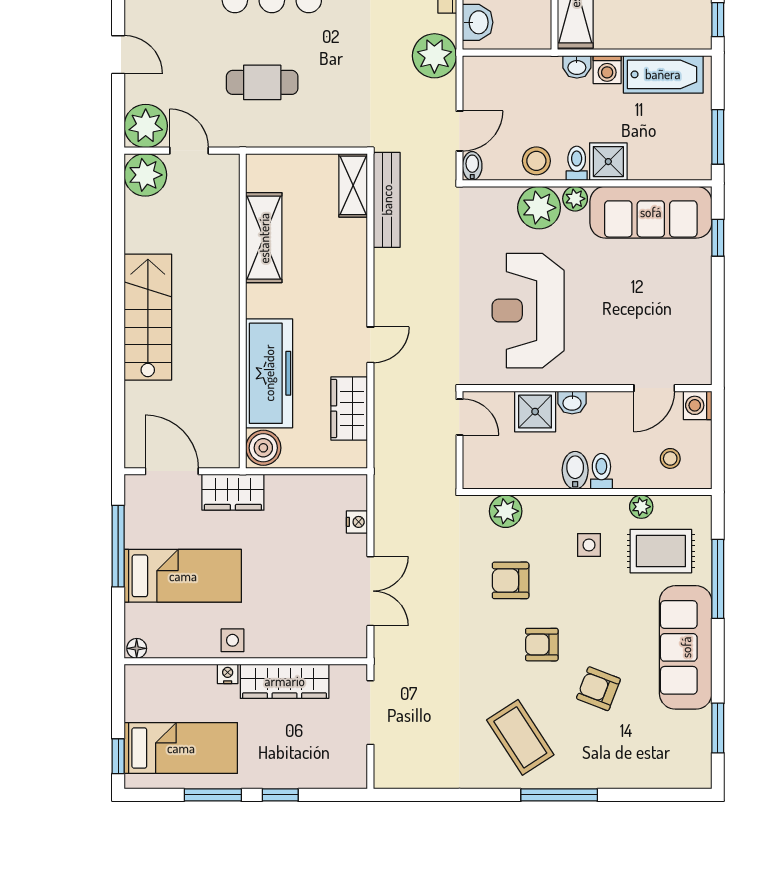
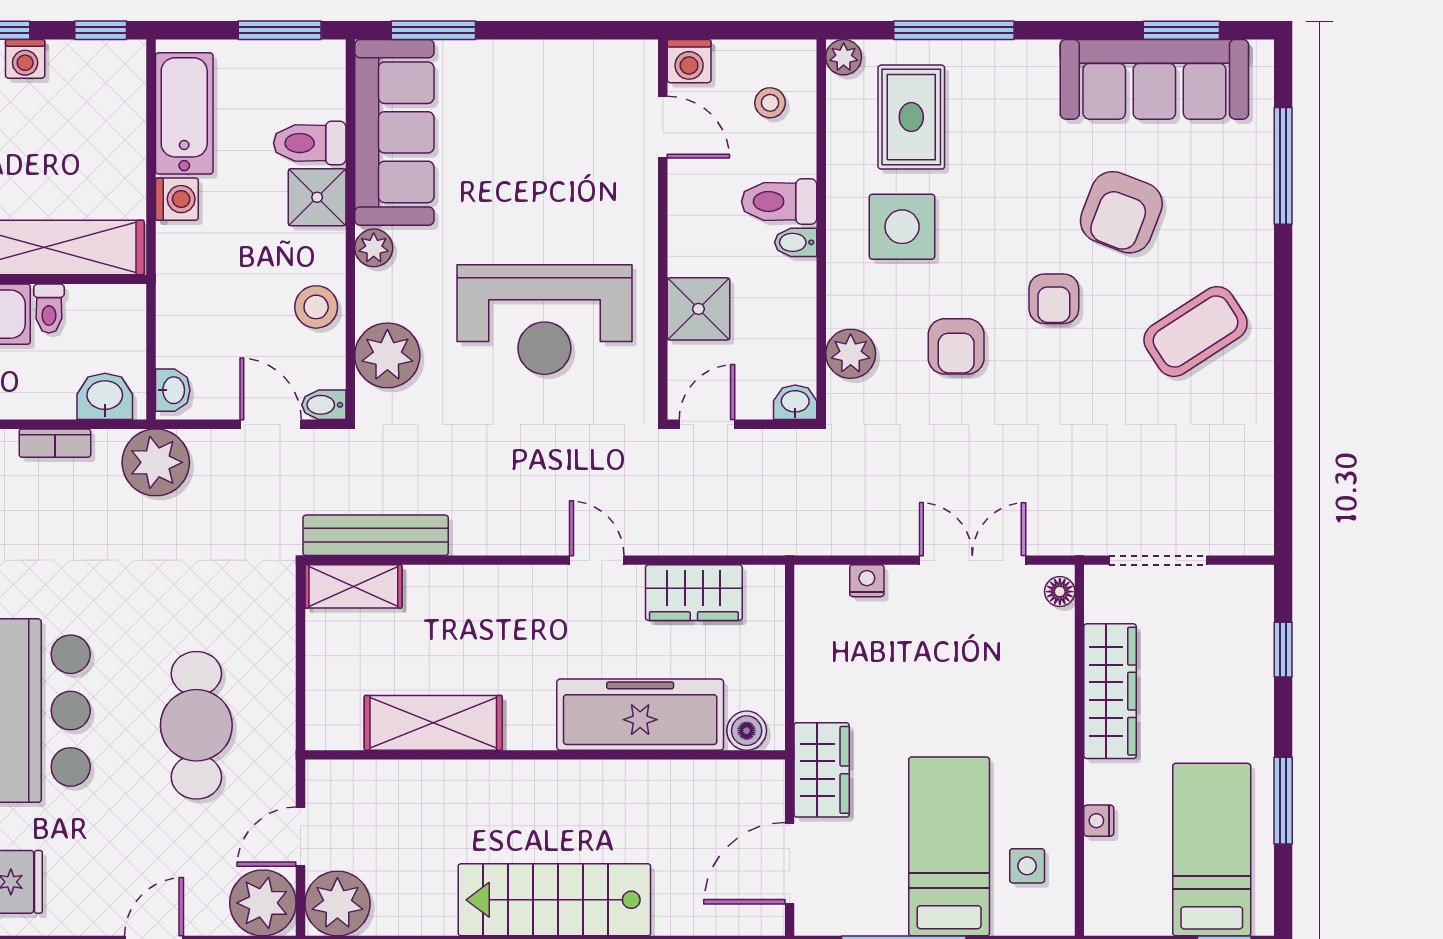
washbasin: (577, 67) -> (173, 390), moved
cafe table: (262, 82) -> (196, 725), width x1.37, depth x1.35
toilet: (577, 163) -> (310, 143), moved, width x1.37, depth x1.39
plant: (539, 208) -> (387, 355), moved
window: (718, 238) -> (433, 30), width x1.50
washbasin: (572, 402) -> (795, 402), moved, turned -90
boiler: (263, 448) -> (747, 731), width x0.73, depth x0.73
bidet: (575, 470) -> (796, 242), width x0.72, depth x0.74
toilet: (601, 471) -> (779, 202), width x1.37, depth x1.39
plant: (641, 507) -> (844, 57), moved
side table: (589, 545) -> (902, 227), width x1.87, depth x1.87
side table: (232, 640) -> (1027, 866), moved
sofa: (686, 647) -> (1154, 79), moved
floor lamp: (137, 648) -> (1060, 592), moved
nightstand: (228, 674) -> (1099, 821), moved
armchair: (598, 689) -> (1121, 212), width x1.38, depth x1.38
window: (280, 795) -> (1283, 650), moved
window: (559, 795) -> (1283, 166), moved

